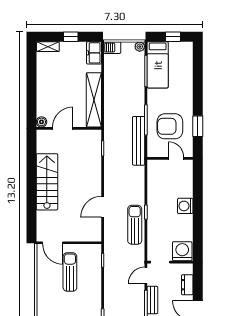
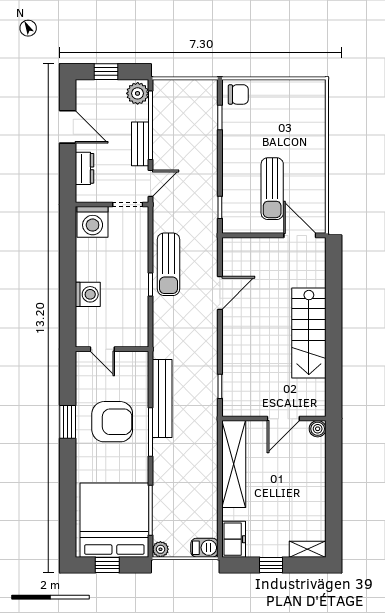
bed: (158, 65) -> (114, 520), width x2.04
wall: (170, 158) -> (112, 349), moved
door: (176, 158) -> (102, 349), moved

